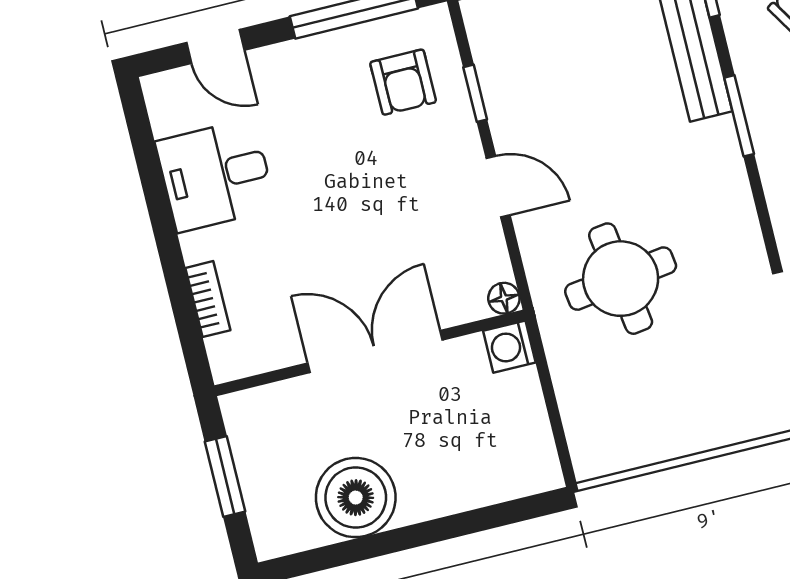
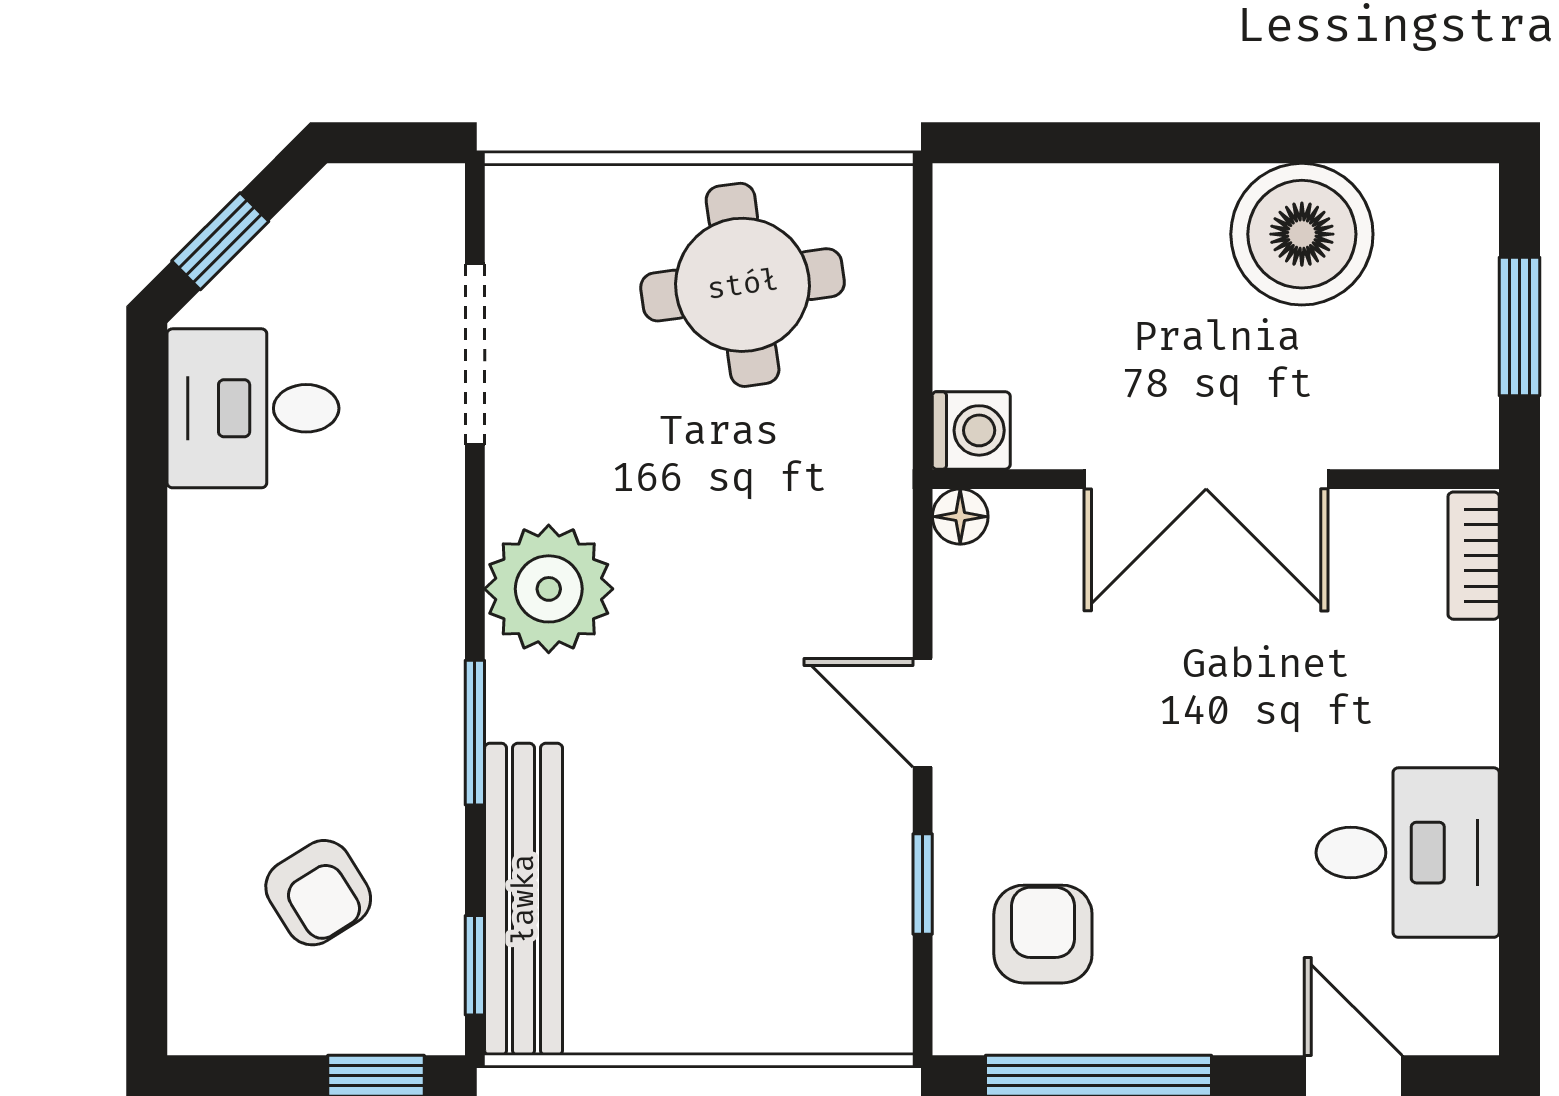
plant: (718, 204) -> (549, 589), added
round table: (621, 279) -> (743, 285), moved
bookcase: (208, 299) -> (1474, 556), moved

